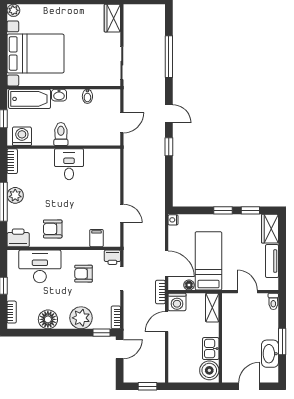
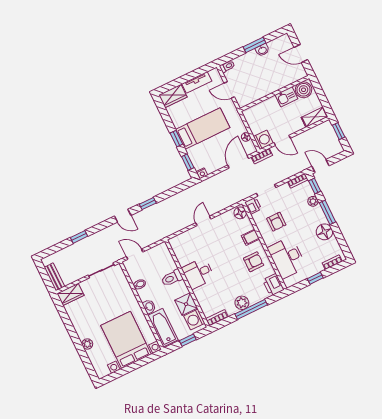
plant: (13, 10) -> (87, 344), moved
bench: (139, 10) -> (54, 277), added
window: (169, 57) -> (79, 237), width x0.46
door: (169, 114) -> (123, 216), swing flipped
door: (122, 123) -> (135, 254), moved
toilet: (61, 134) -> (172, 278), moved
shower: (43, 136) -> (186, 304), added
window: (250, 210) -> (188, 162), moved
door: (122, 213) -> (203, 221), moved
armchair: (53, 229) -> (254, 262), turned -90
filing cabinet: (96, 238) -> (250, 237), moved
floor lamp: (111, 240) -> (240, 213), added
bed: (208, 261) -> (203, 129), moved, turned 180
door: (247, 292) -> (229, 90), hinge flipped
shelving: (212, 308) -> (315, 117), moved
plant: (81, 318) -> (313, 201), width x0.53, depth x0.53
window: (67, 333) -> (327, 212), added
washbasin: (270, 354) -> (262, 50), width x0.52, depth x0.69

